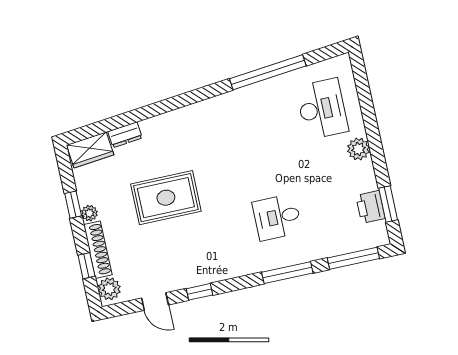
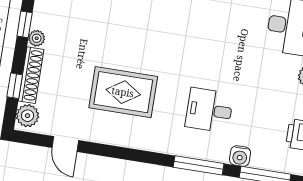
rug: (166, 198) -> (123, 92), moved
water cooler: (323, 249) -> (240, 156), added
window: (199, 292) -> (110, 151), removed

